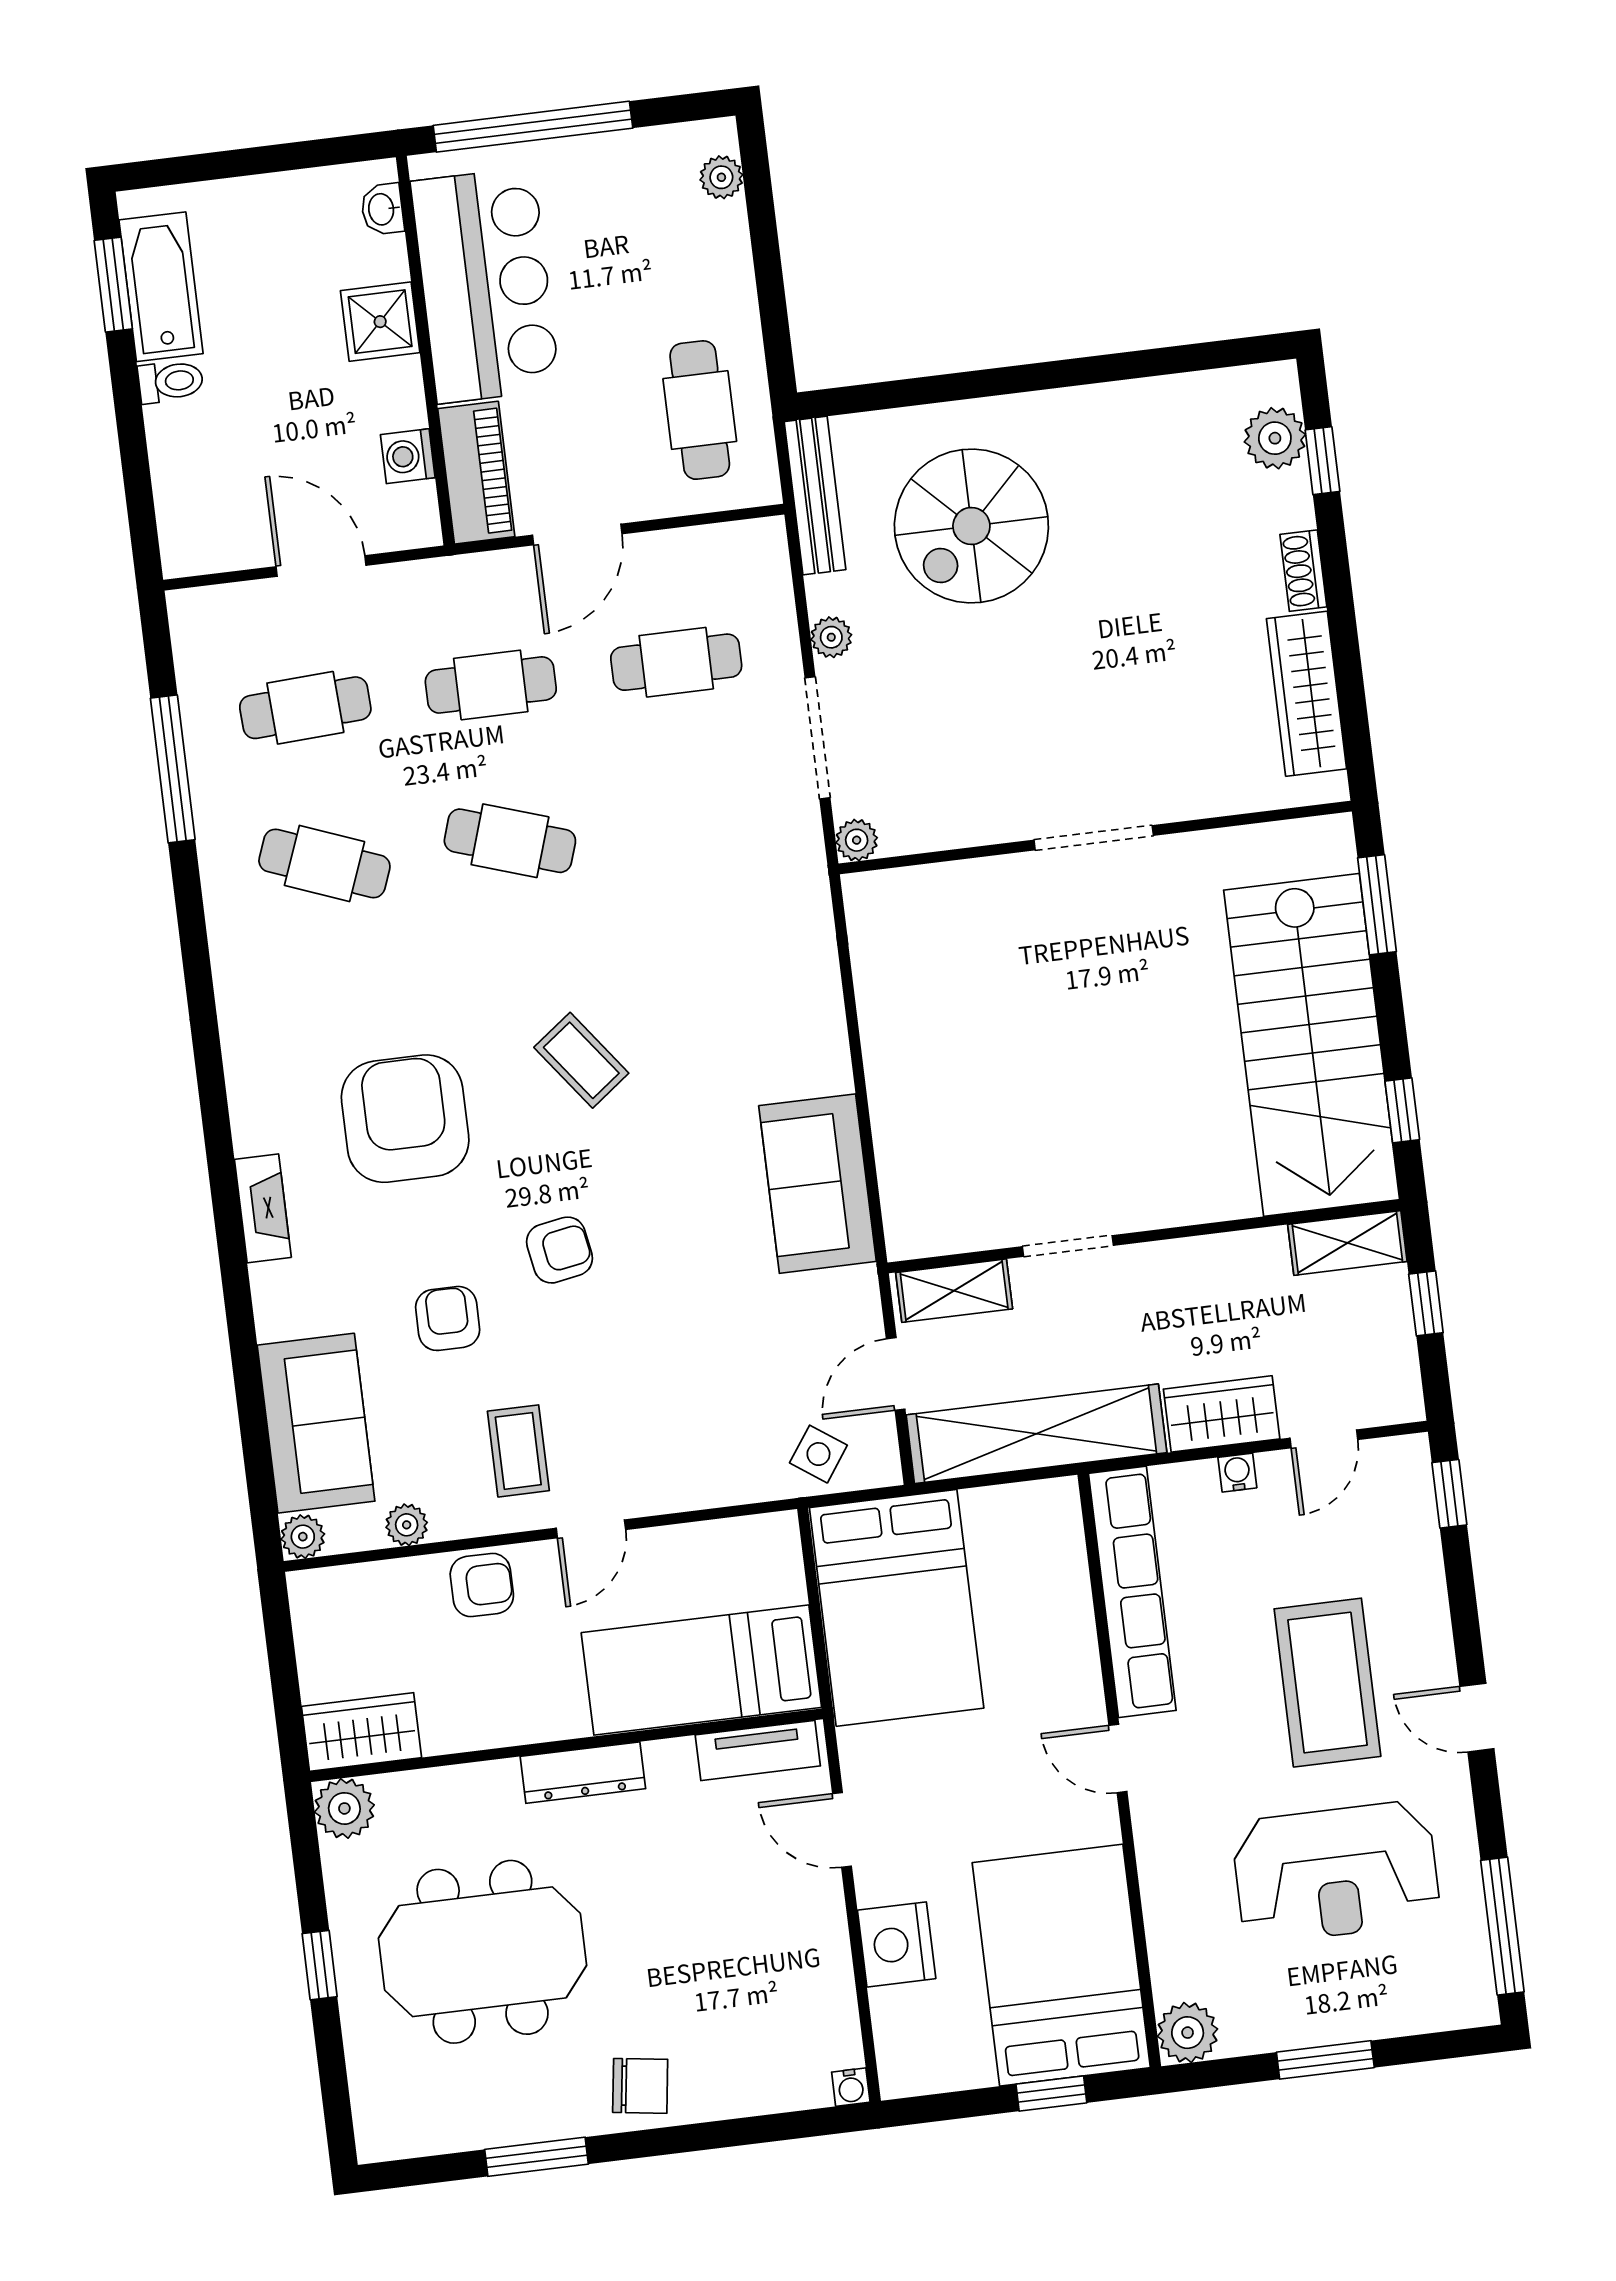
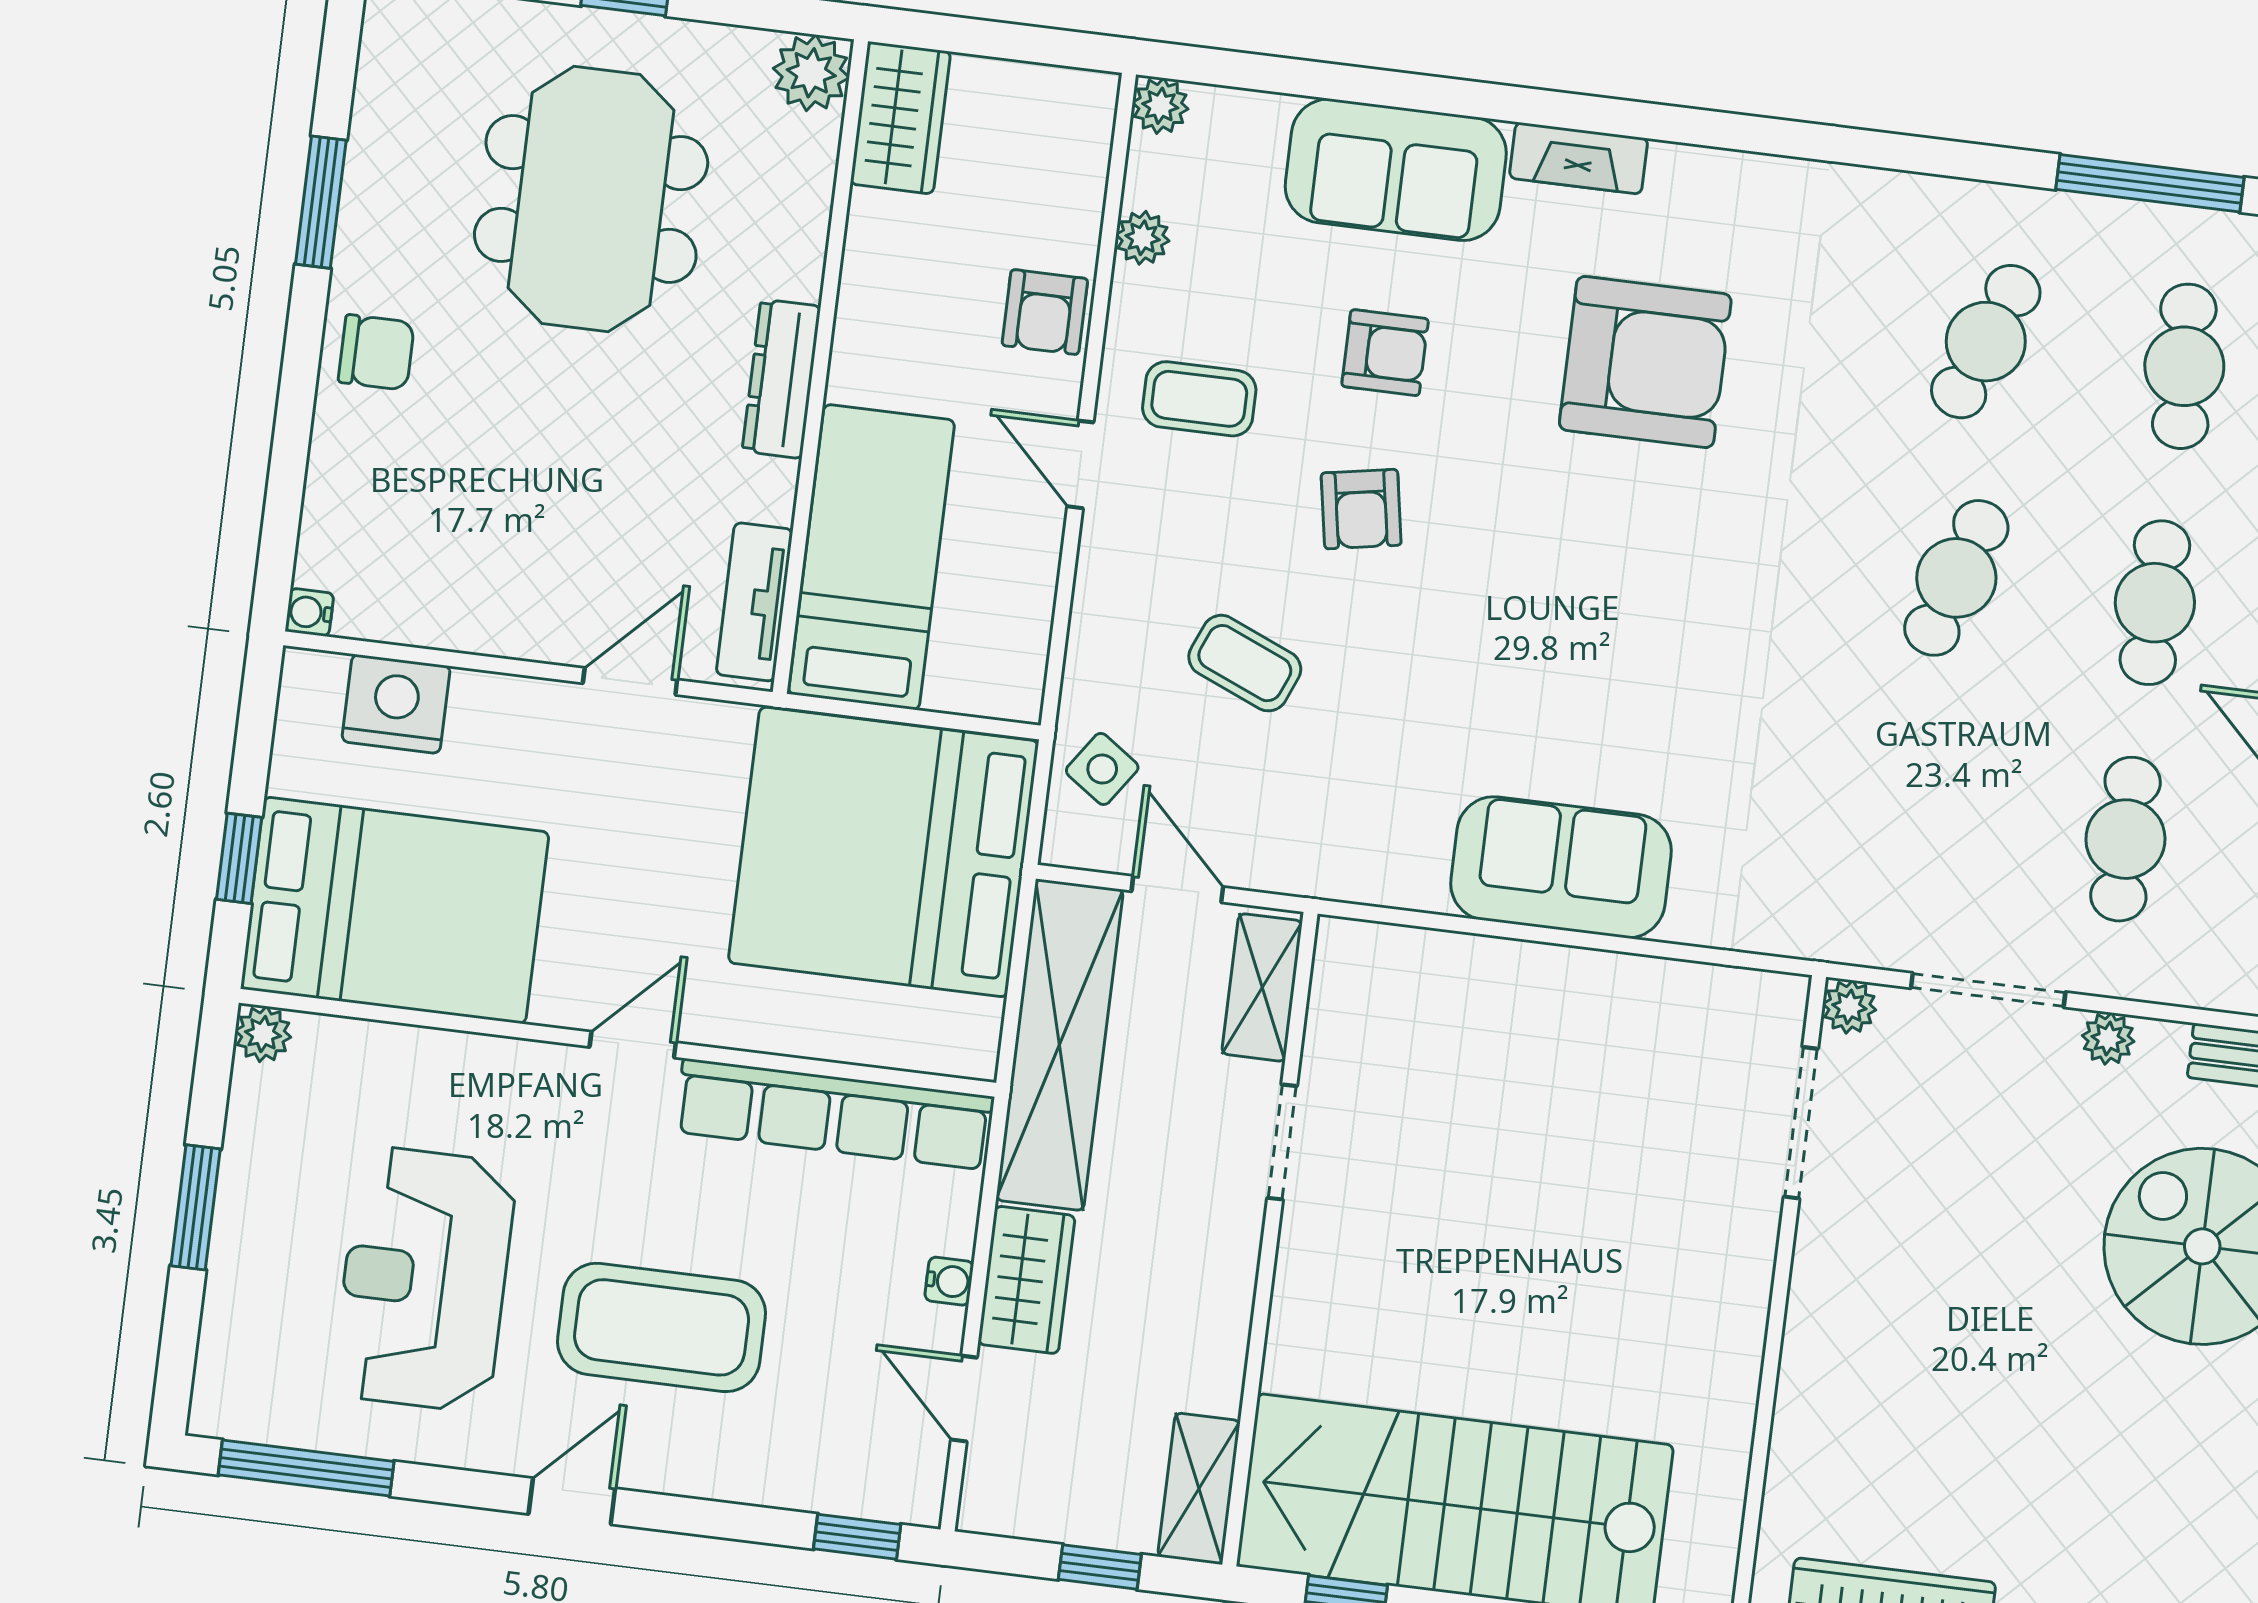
doorway: (1094, 838) -> (1801, 1123), moved
coffee table: (581, 1060) -> (1245, 663), moved, turned 60
sofa: (818, 1184) -> (1561, 867), moved
armchair: (559, 1250) -> (1361, 509), moved
sofa: (316, 1423) -> (1396, 170), moved
bed: (897, 1608) -> (883, 852), width x1.36
nightstand: (897, 1944) -> (396, 704), moved
plant: (1188, 2033) -> (263, 1034), width x0.73, depth x0.73
chair: (640, 2086) -> (376, 352), turned -98

